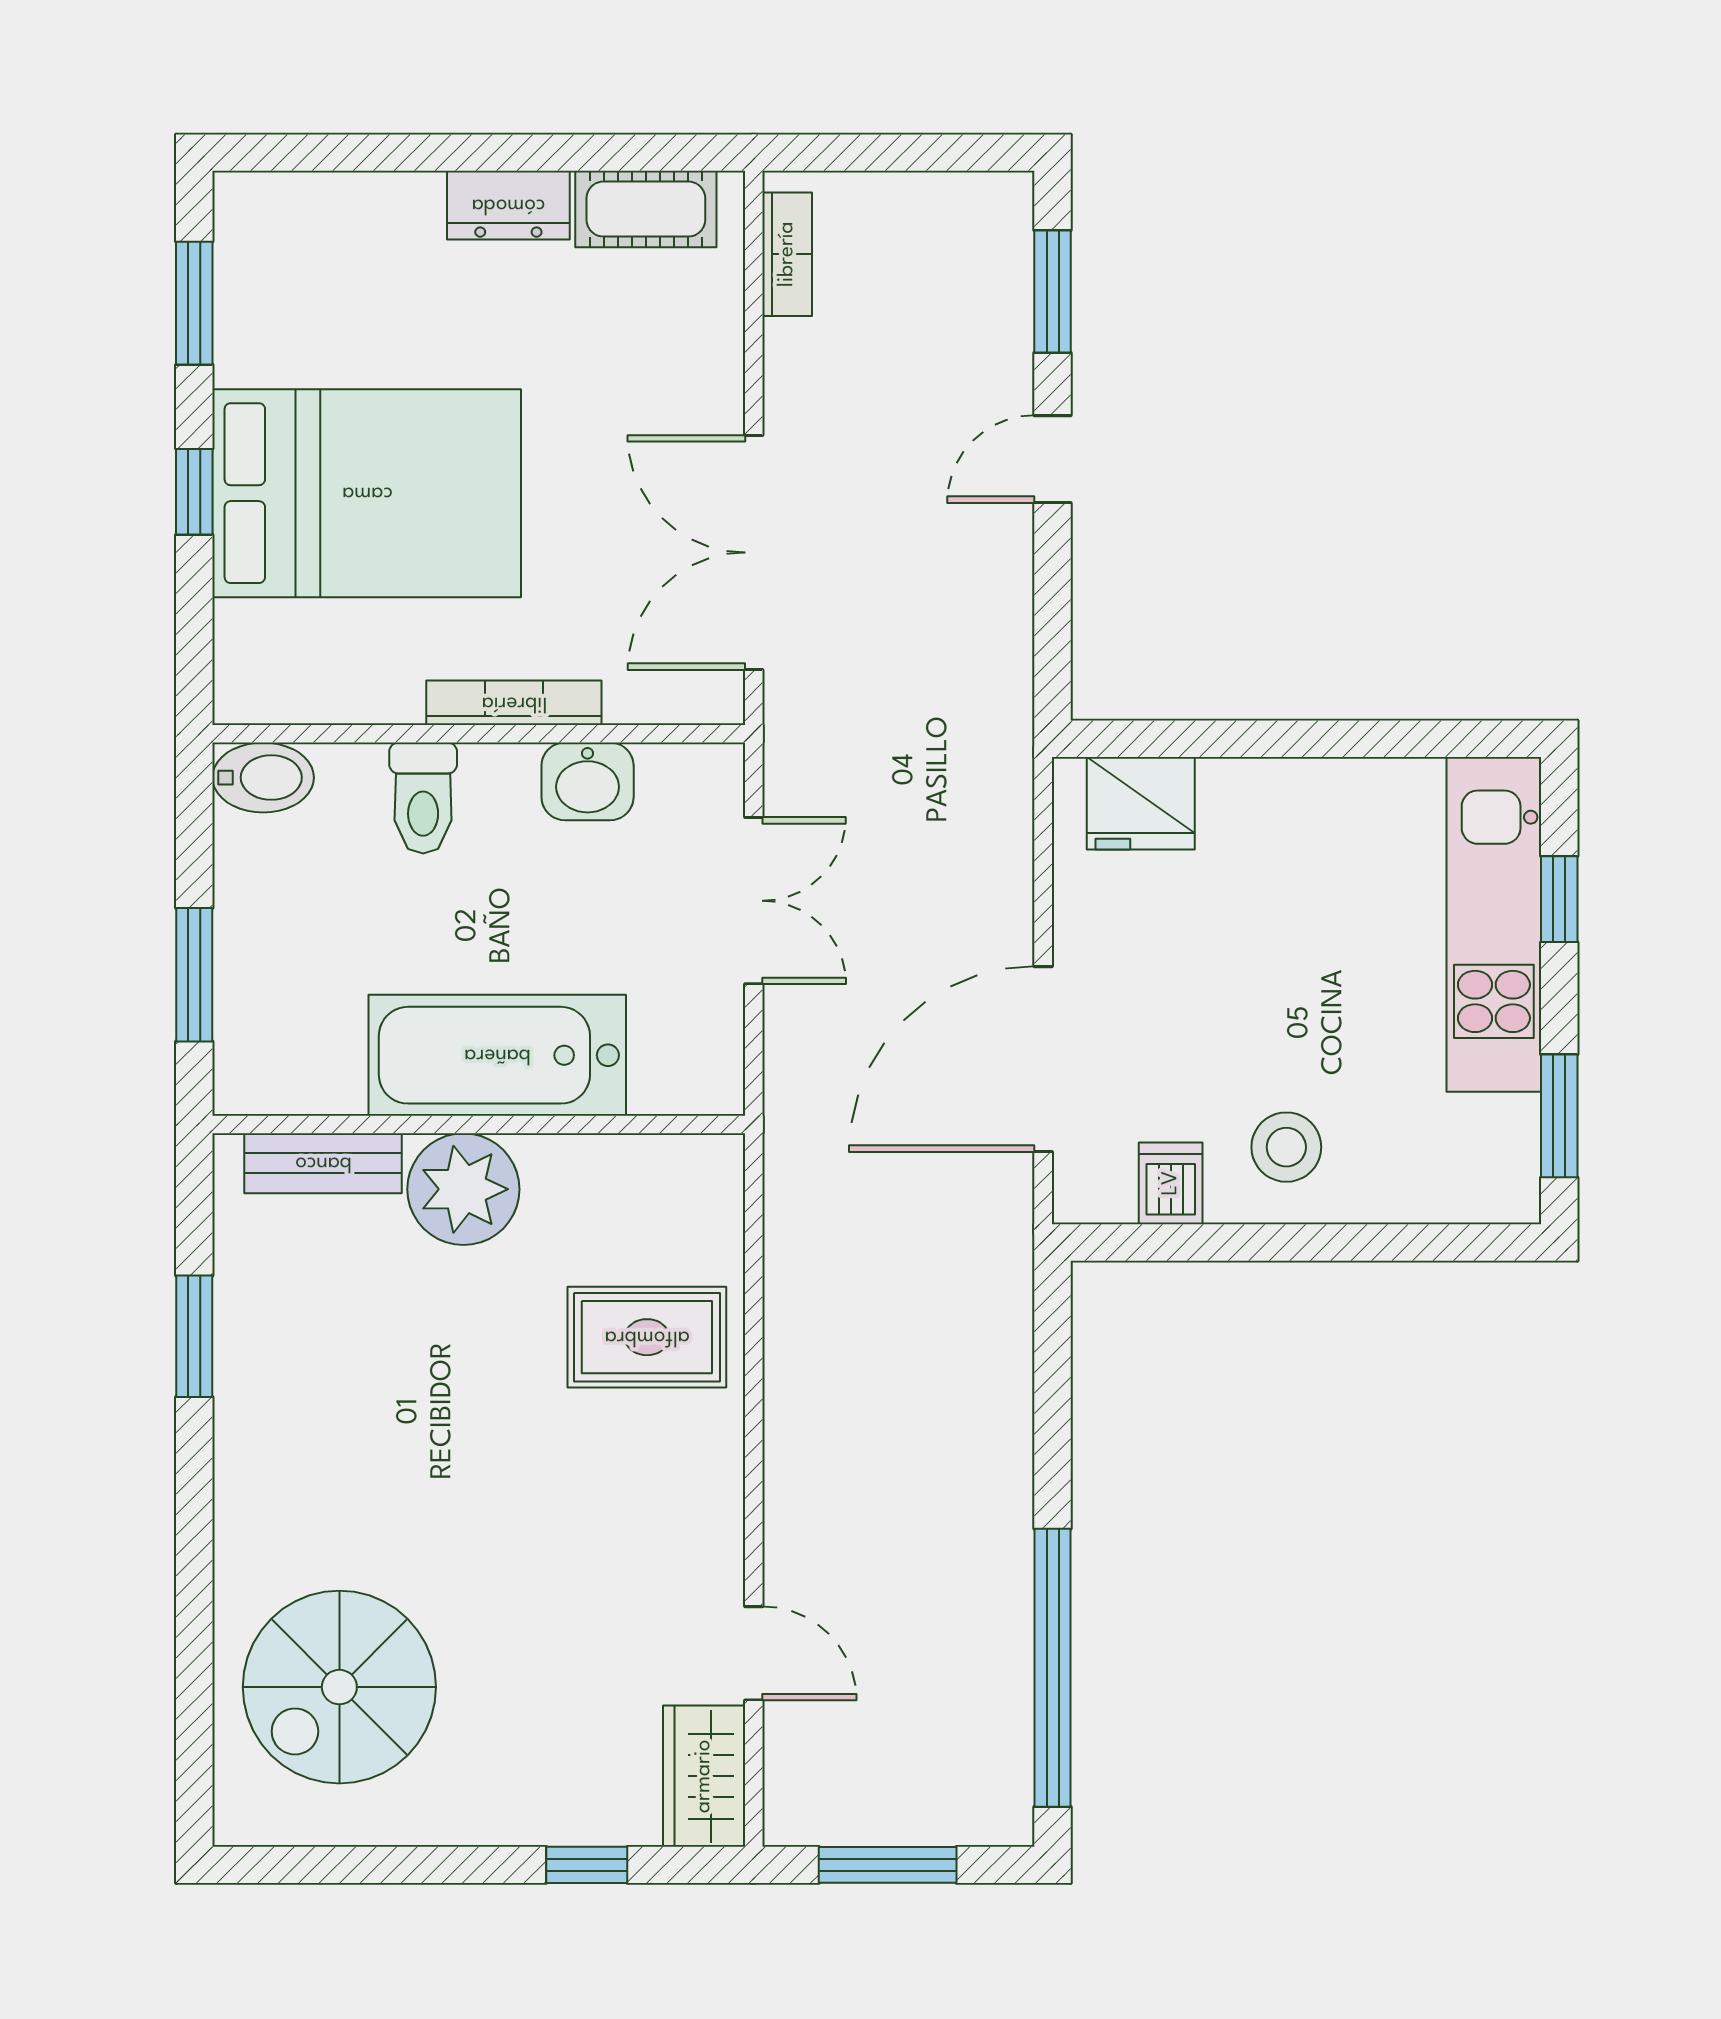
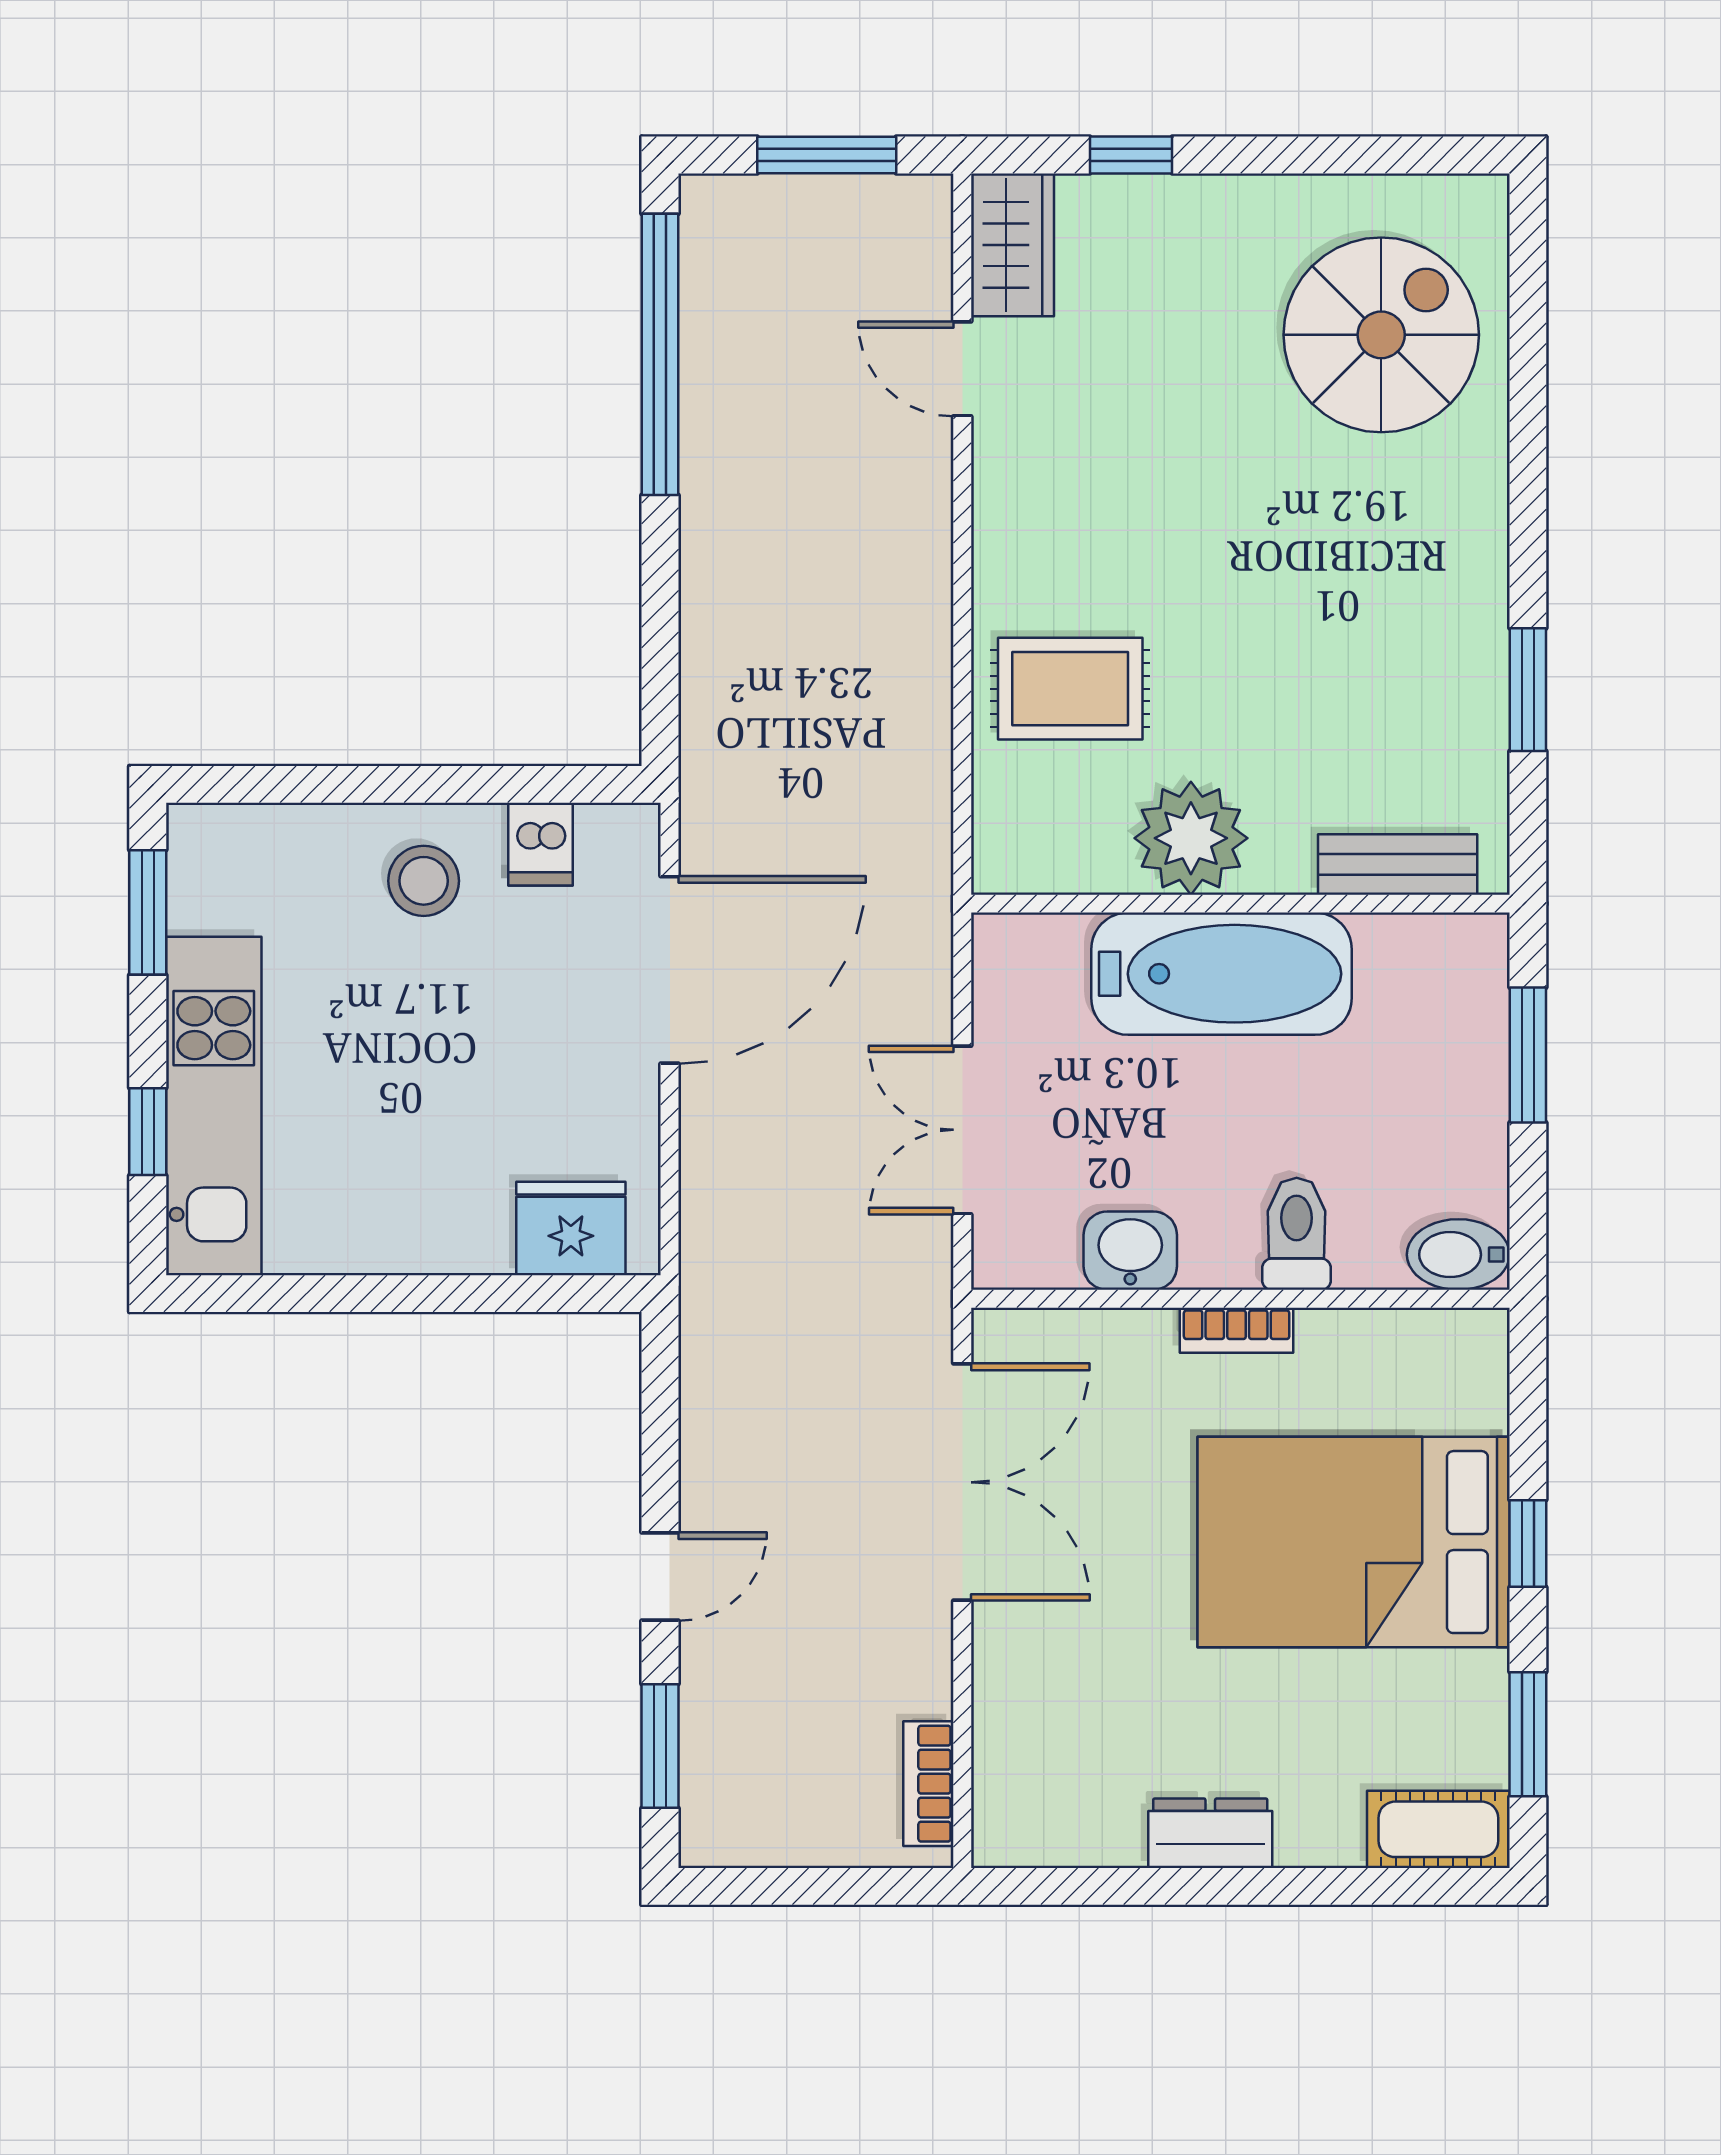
cot: (646, 209) -> (1438, 1829), moved
bookcase: (514, 703) -> (1237, 1330), width x0.64
plant: (463, 1189) -> (1191, 838), moved

